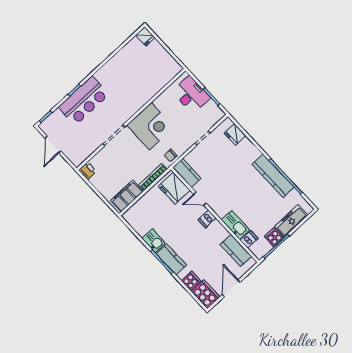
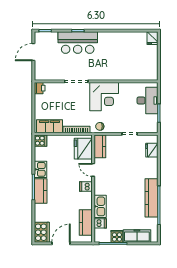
cooker: (191, 281) -> (40, 141), moved

